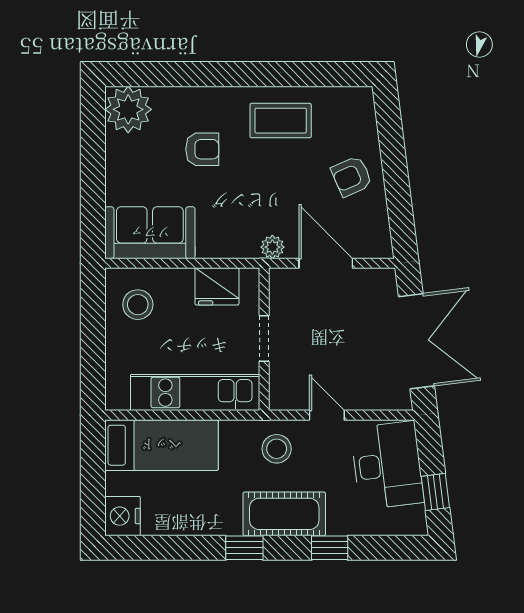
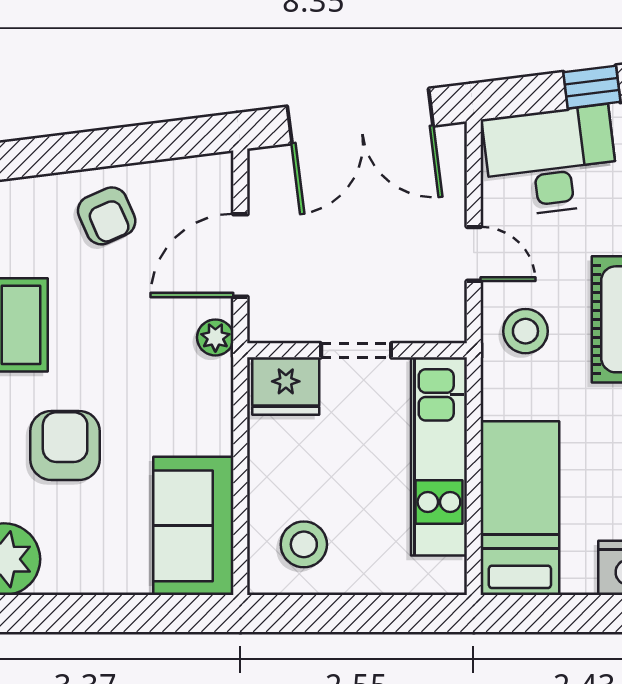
armchair: (202, 149) -> (65, 445), width x1.38, depth x1.38
fridge: (217, 286) -> (286, 386), moved, turned 90
double door: (417, 341) -> (360, 116), swing flipped
door: (327, 415) -> (474, 254), swing flipped

